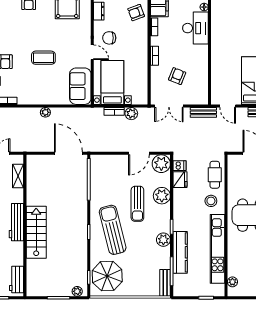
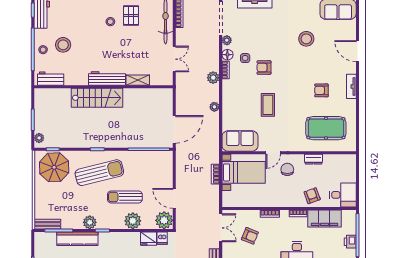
double door: (169, 106) -> (221, 228), swing flipped
plant: (131, 114) -> (213, 78), moved
shelving: (18, 176) -> (138, 80), moved

